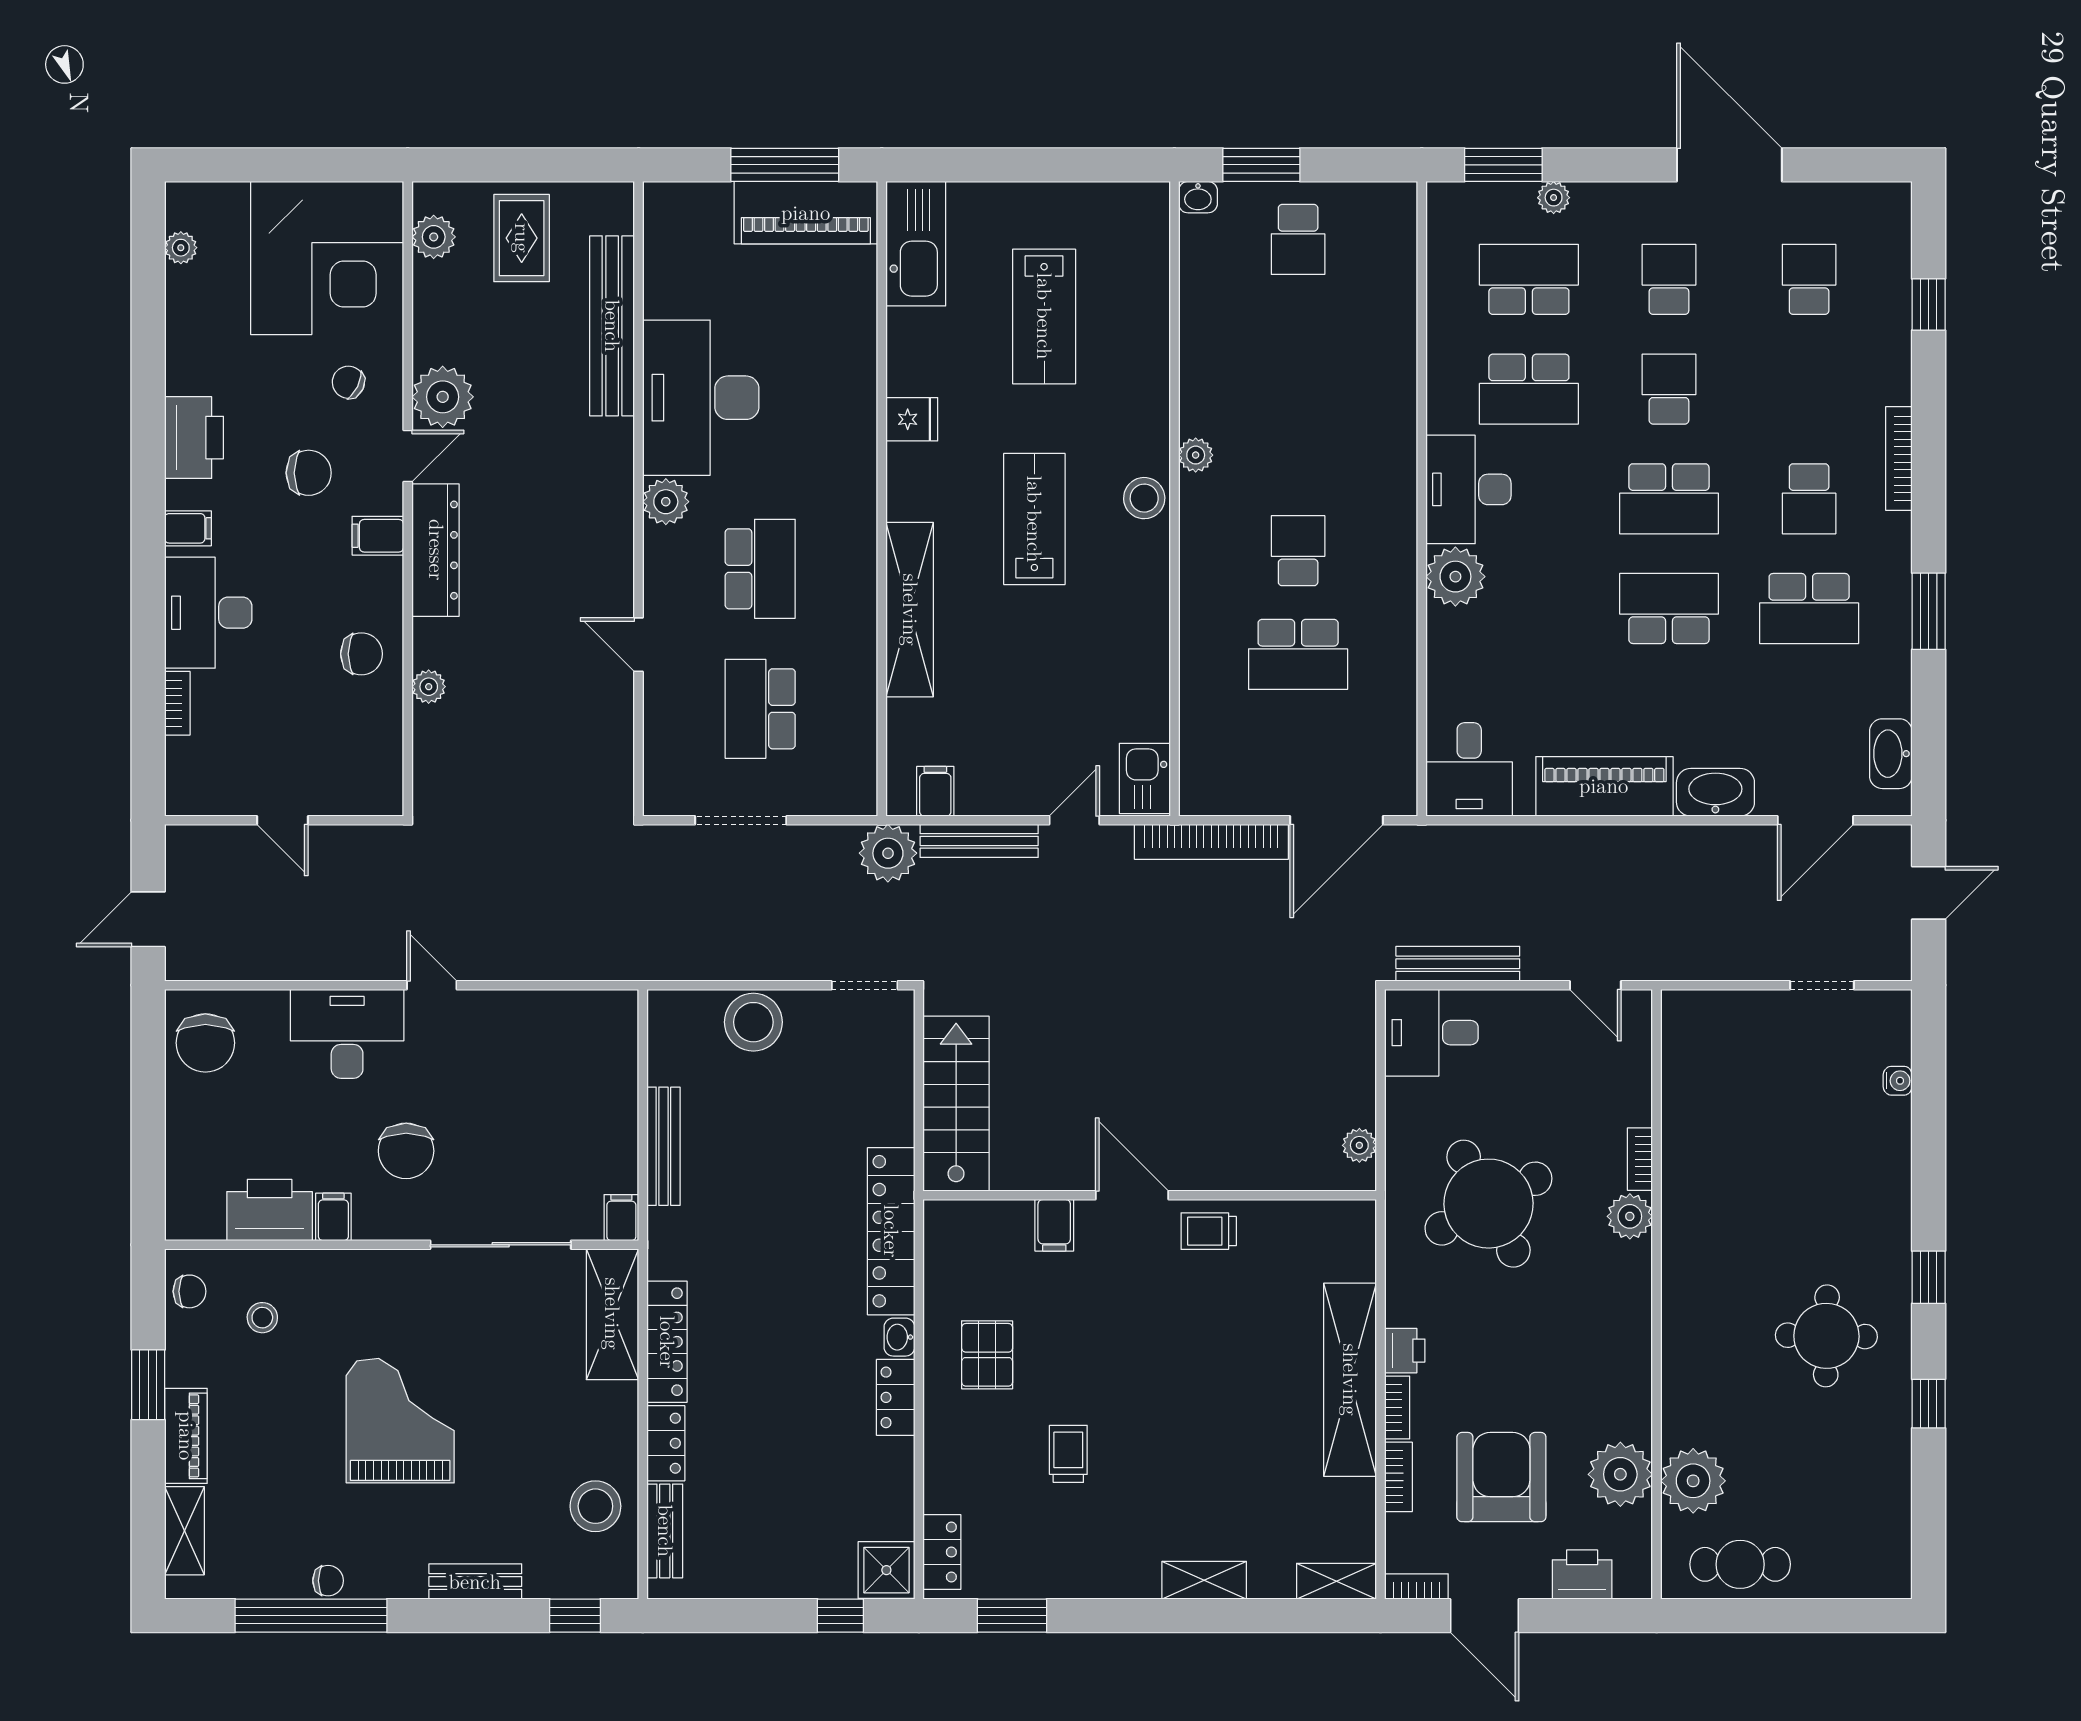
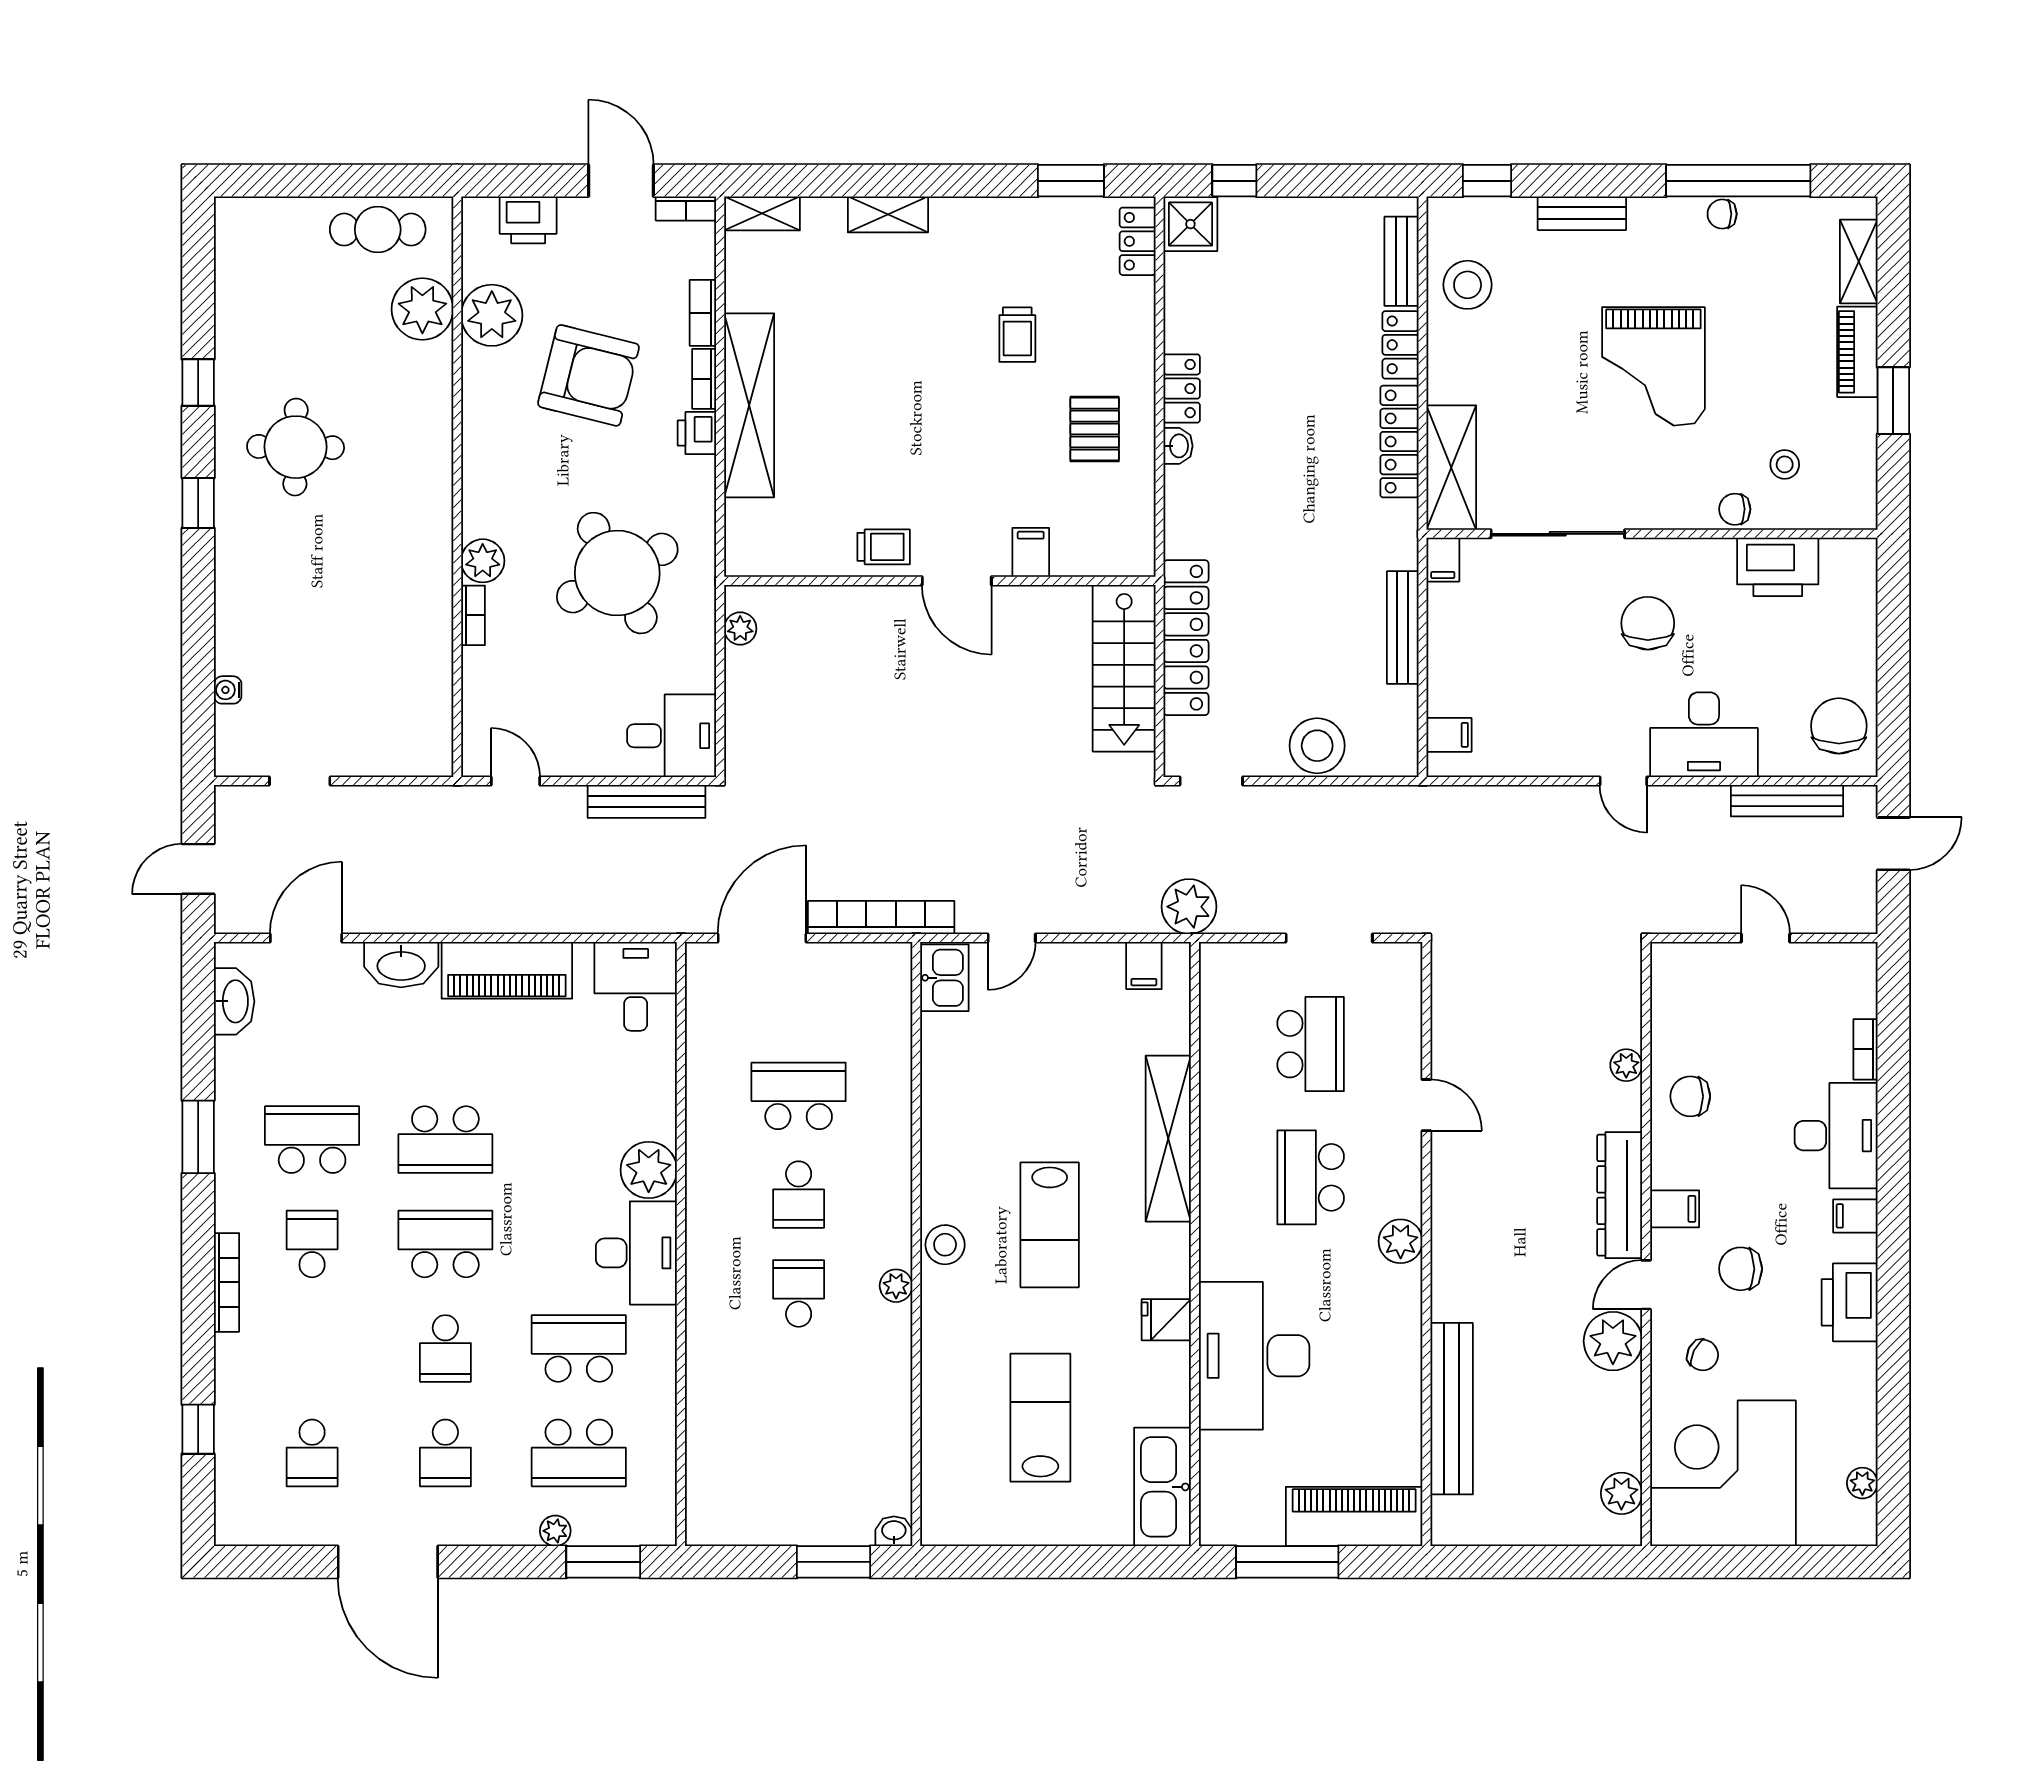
piano: (806, 213) -> (1354, 1516), moved
rug: (522, 238) -> (1538, 1492), removed
school desk: (1298, 239) -> (799, 1293), moved
desk: (701, 398) -> (1254, 1356), moved, turned 180
bench: (979, 841) -> (1787, 801), moved
filing cabinet: (333, 1217) -> (1449, 735), moved, turned -90
locker: (891, 1231) -> (1186, 638), moved
chair: (189, 1291) -> (1735, 509), moved
armchair: (1501, 1477) -> (589, 375), moved, turned -76

